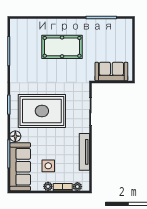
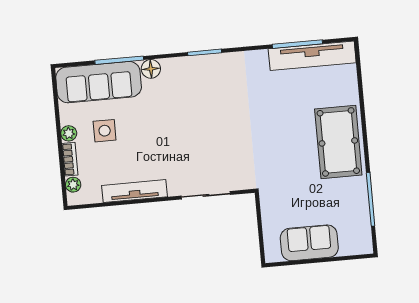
tv unit: (16, 43) -> (312, 56), added
pool table: (62, 47) -> (338, 142), moved
sofa: (111, 72) -> (309, 243), moved, turned -90
rug: (42, 111) -> (199, 111), removed

